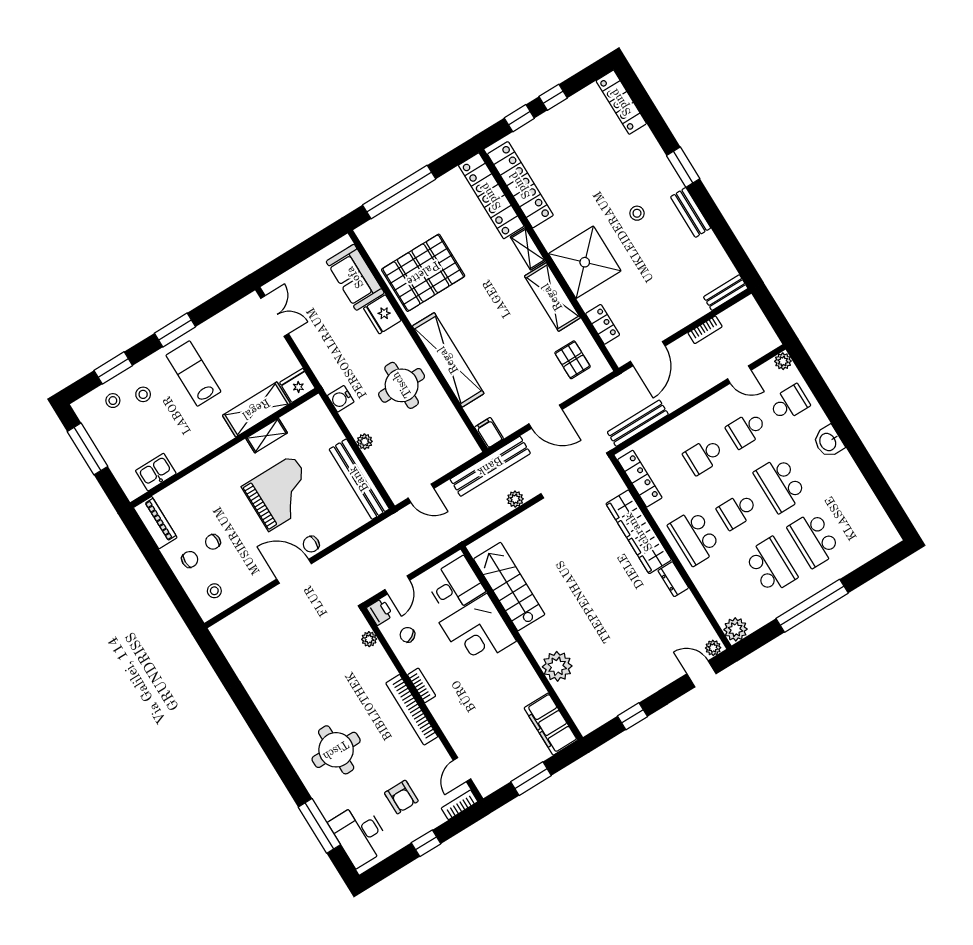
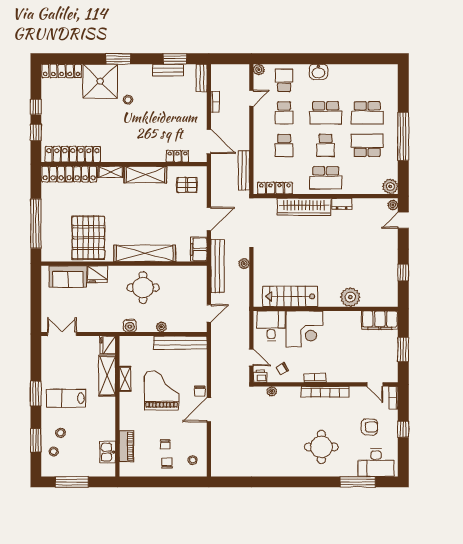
bench: (691, 212) -> (168, 70), moved
window: (729, 242) -> (175, 59), added
shower: (585, 262) -> (100, 81), moved
filing cabinet: (489, 433) -> (199, 249), width x2.00
piano: (155, 523) -> (126, 446), moved, turned 90

